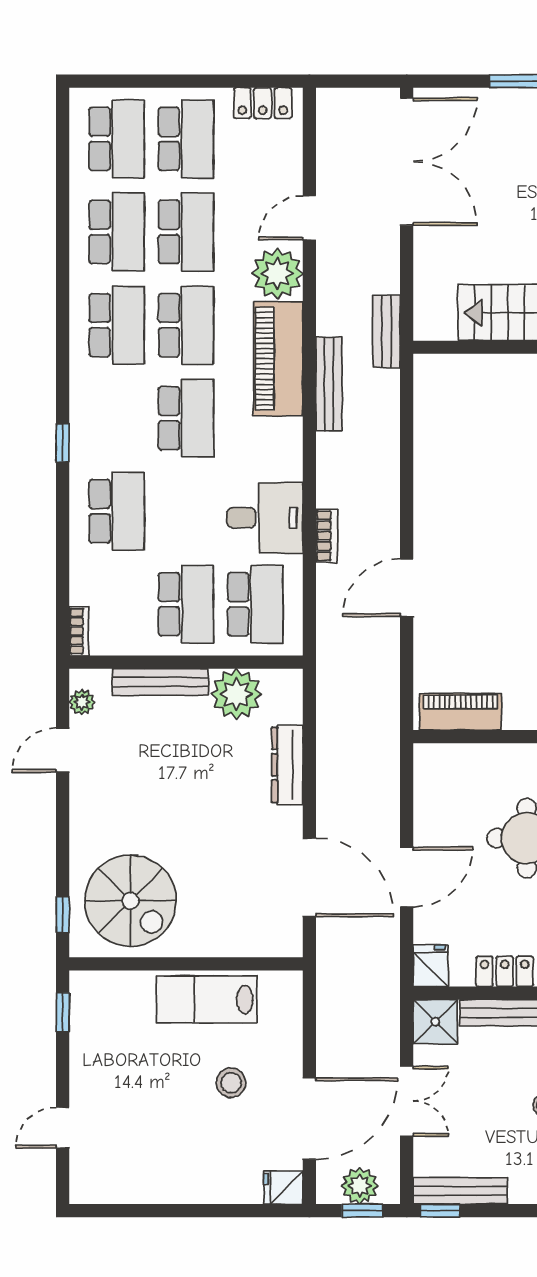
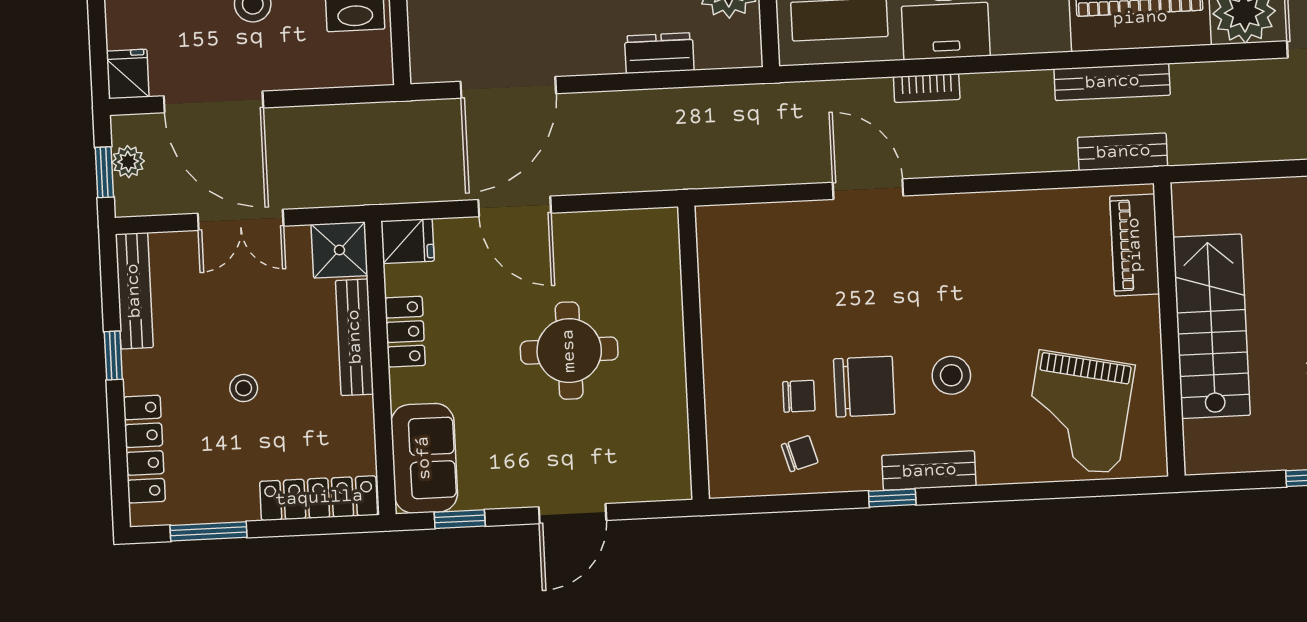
bench: (386, 331) -> (1123, 152), moved
piano: (461, 712) -> (1135, 245), moved, turned 180
dresser: (287, 765) -> (659, 53), width x0.70
plant: (360, 1186) -> (128, 162), width x0.73, depth x0.73
window: (440, 1211) -> (113, 356), moved

